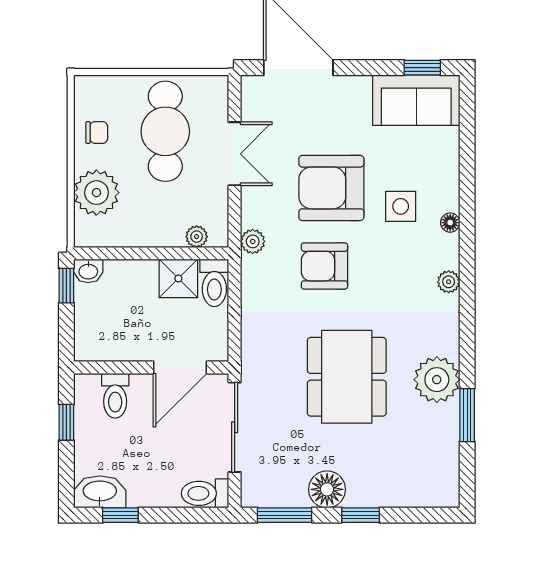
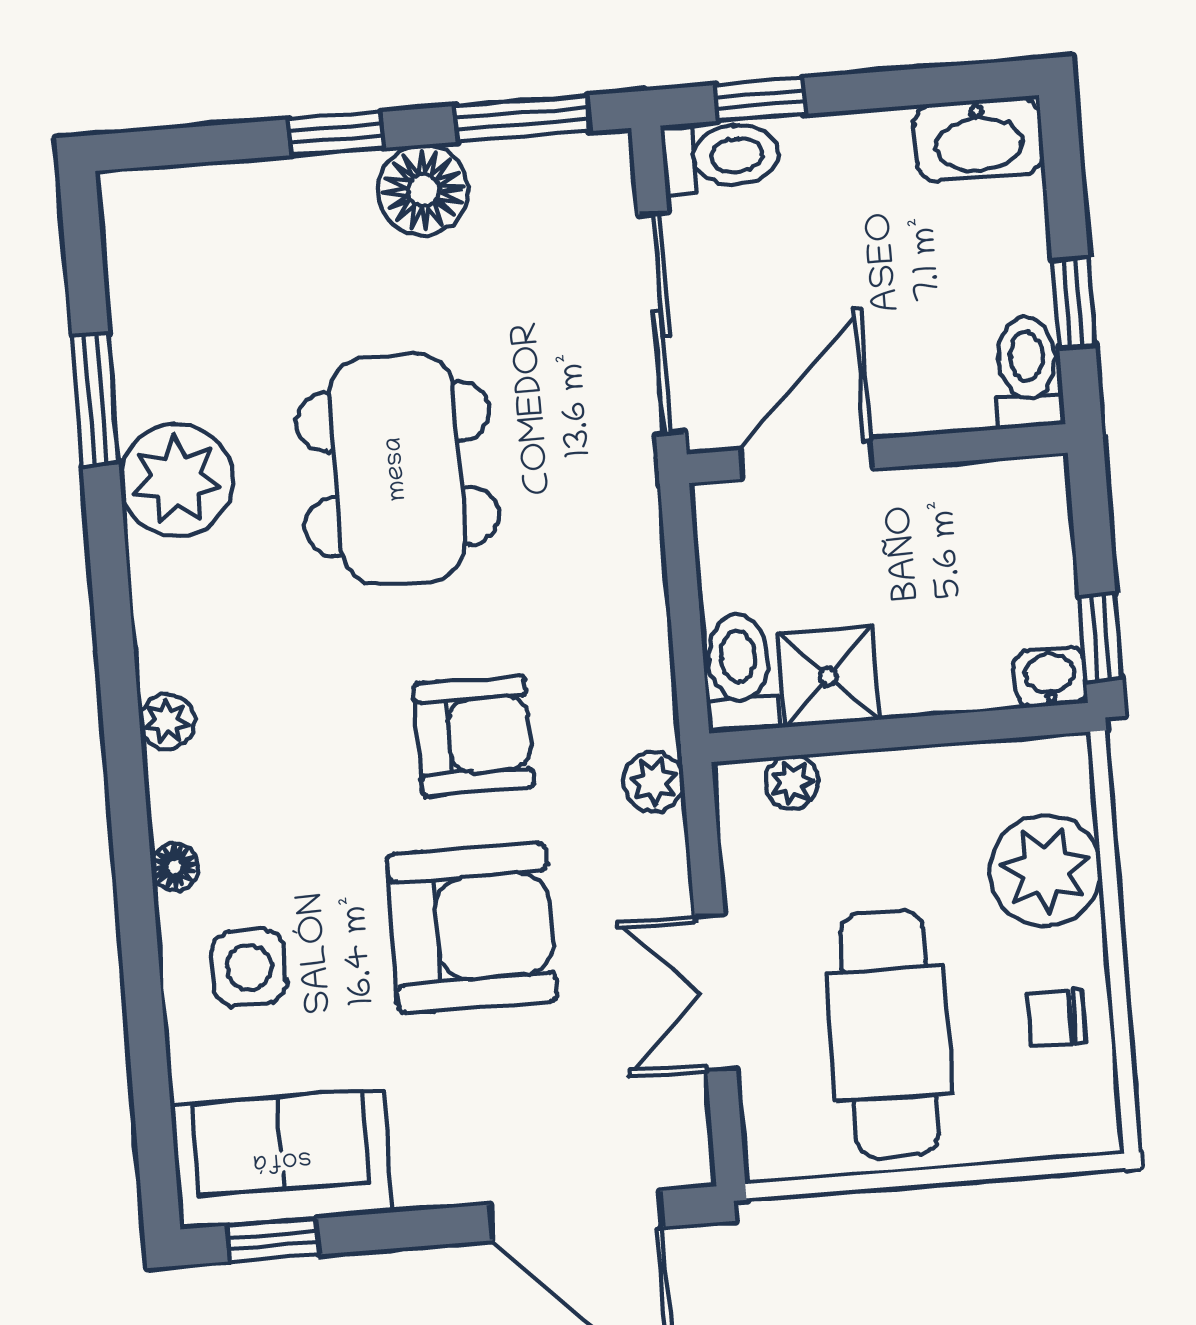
side table: (401, 206) -> (249, 967), moved
toilet: (115, 396) -> (1028, 372), moved
window: (120, 515) -> (760, 99), moved

